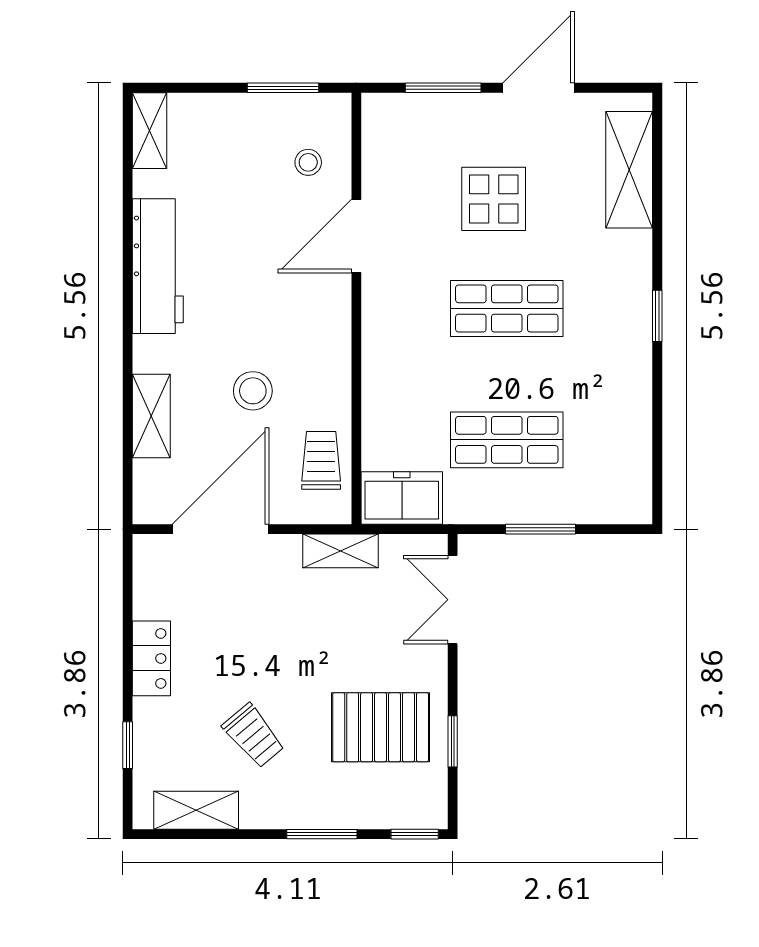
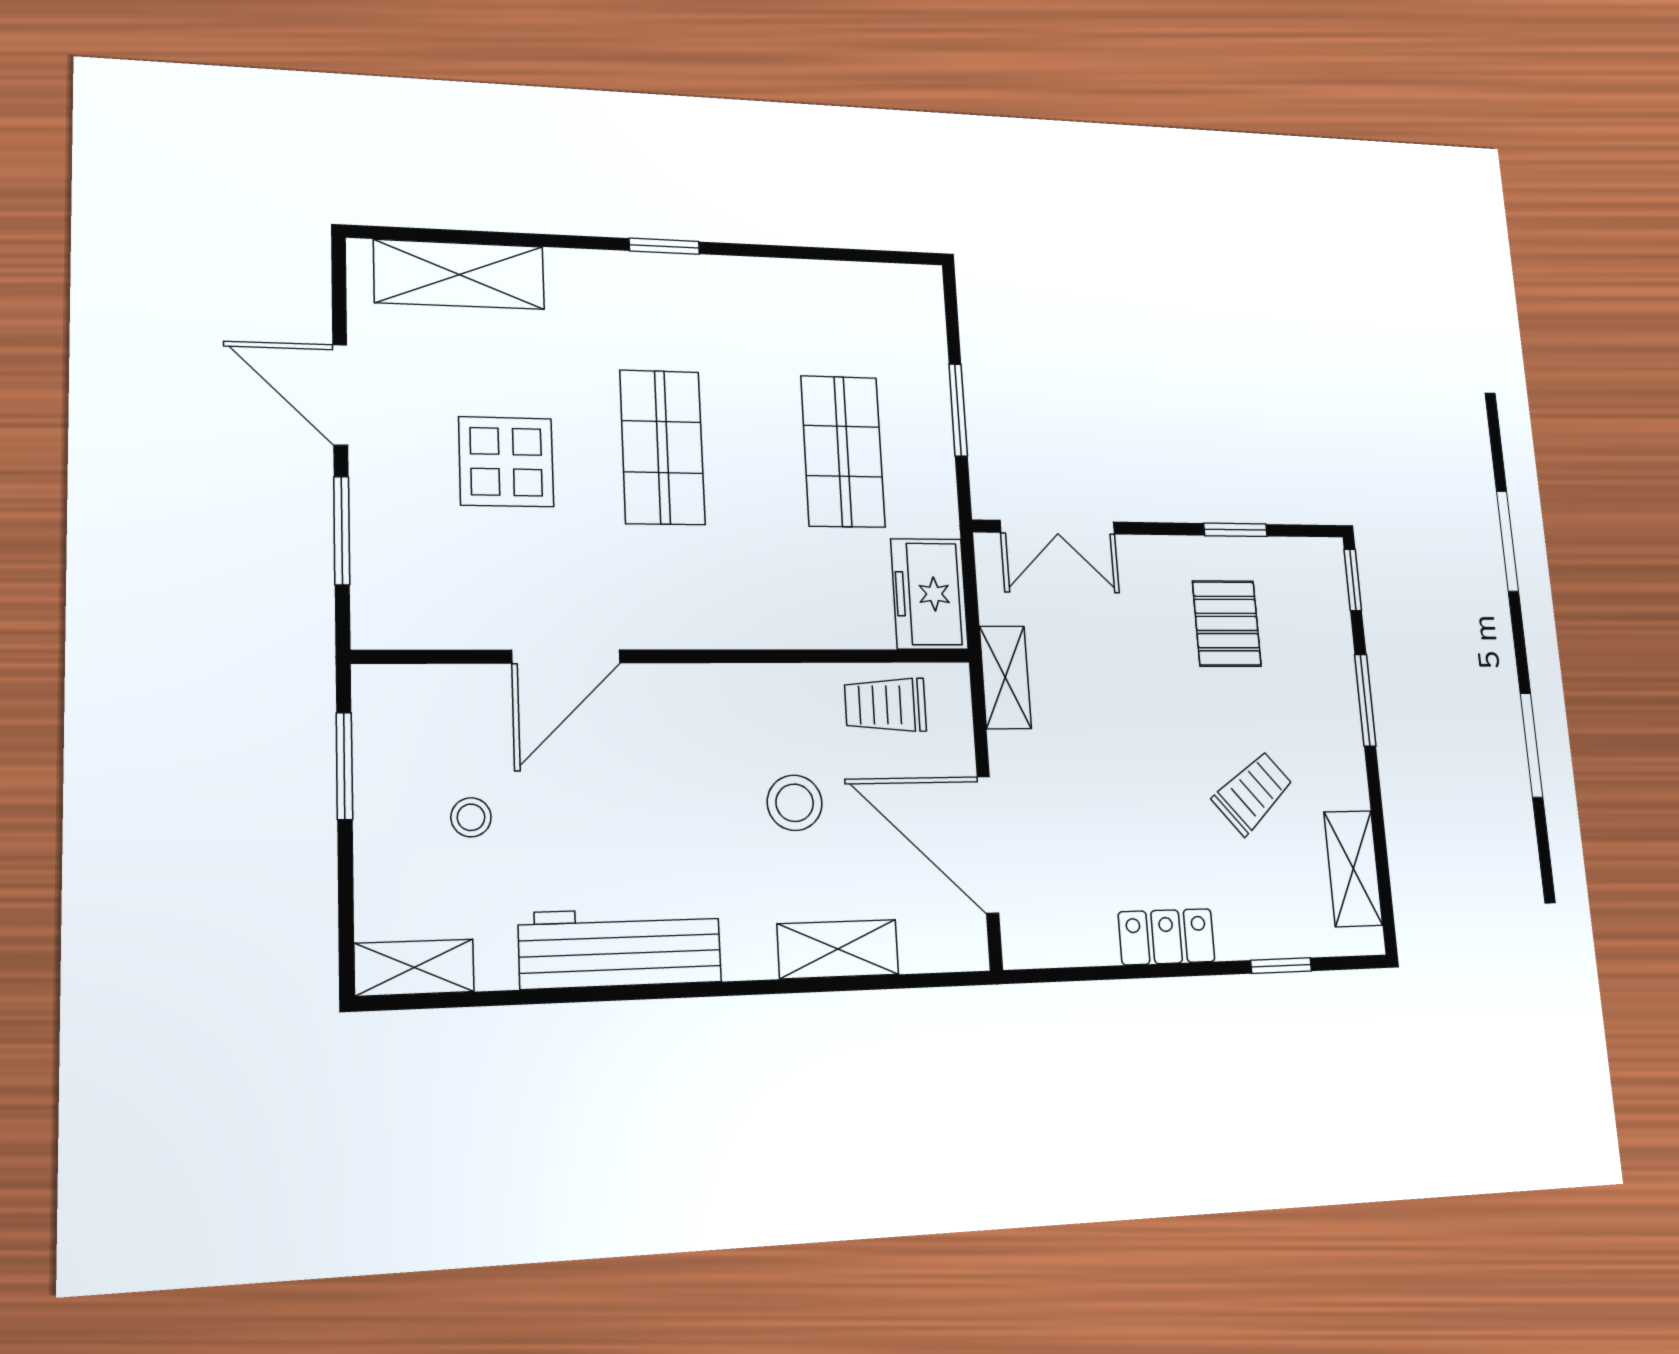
stool: (308, 162) -> (471, 817), moved
door: (356, 236) -> (566, 657), hinge flipped
pallet: (381, 727) -> (1227, 623), width x0.67, depth x0.71

